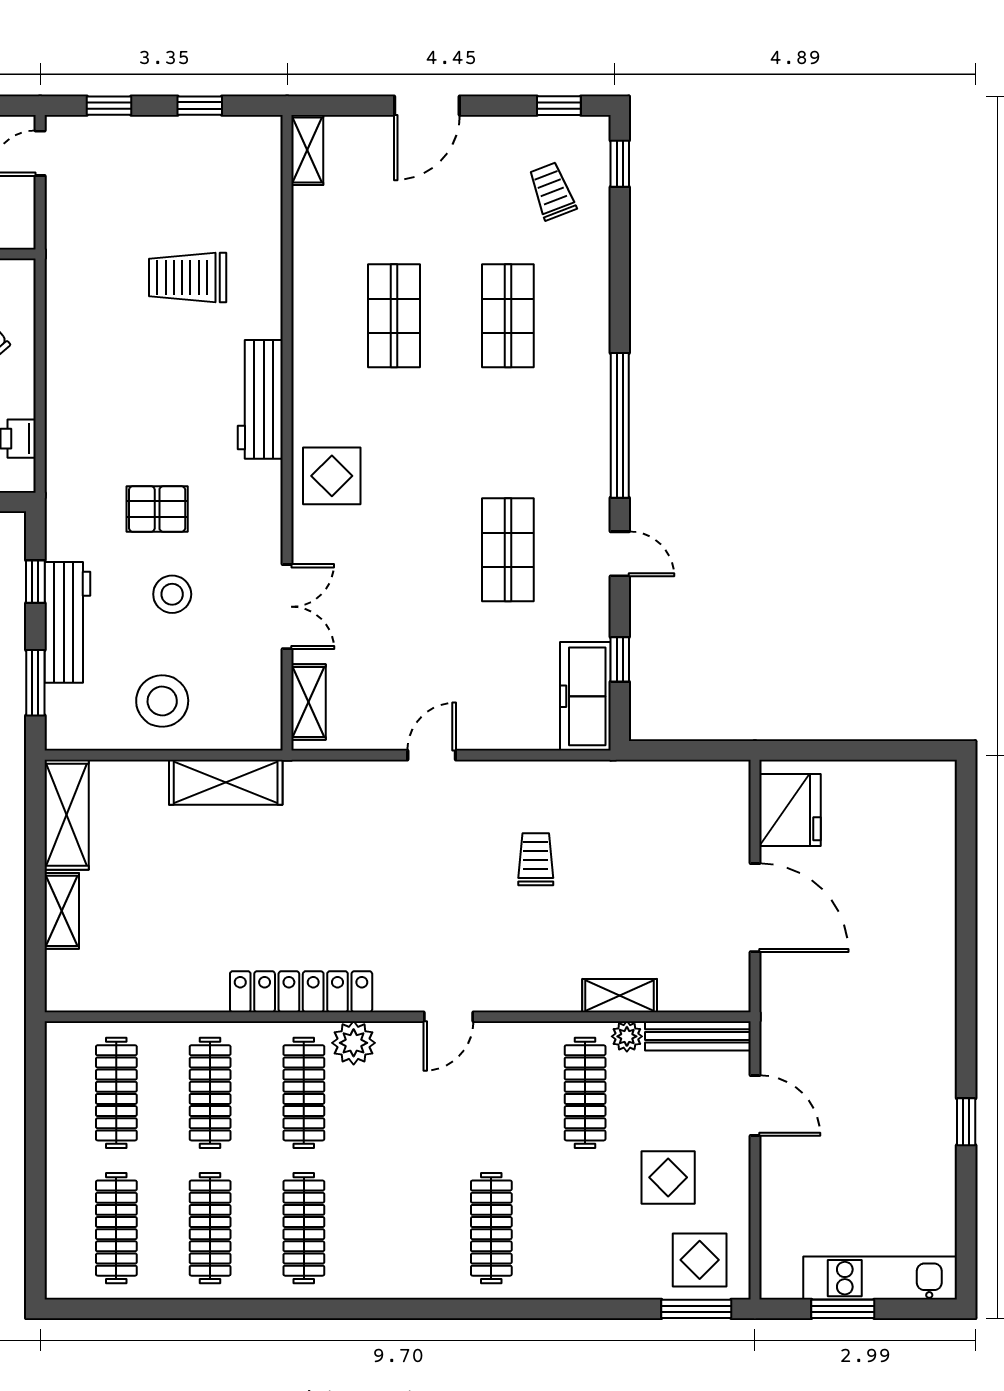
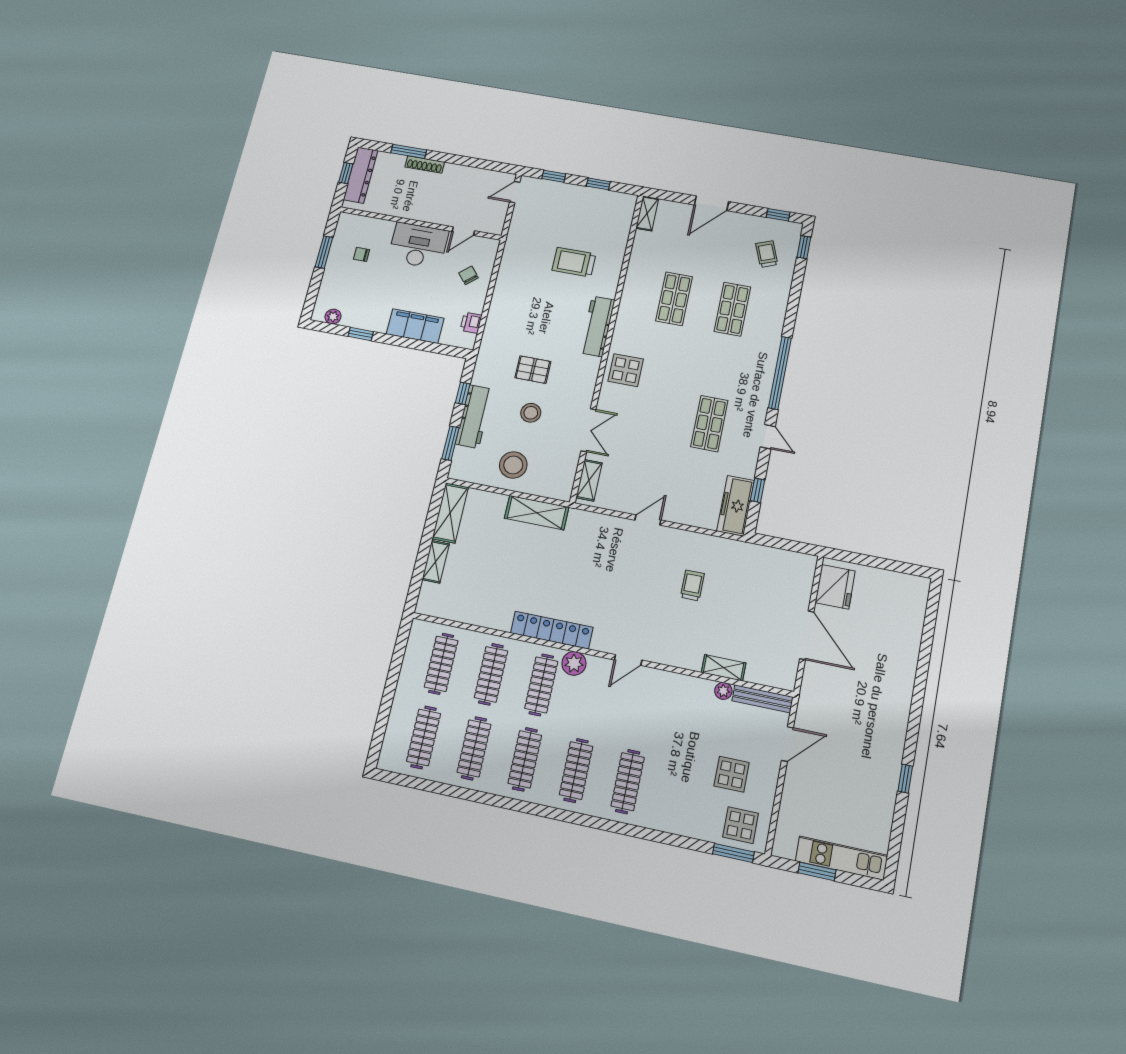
clothes rail: (585, 1093) -> (576, 770), moved
door: (755, 1106) -> (787, 744), hinge flipped

